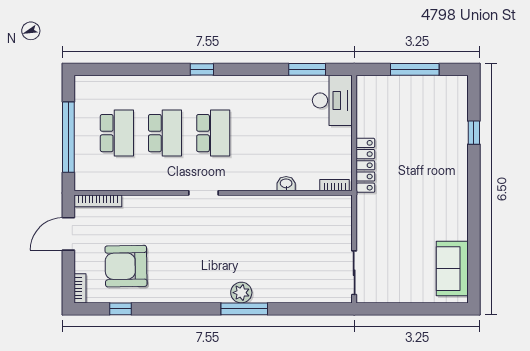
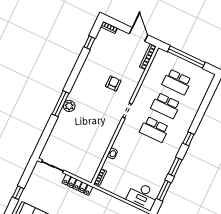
window: (259, 69) -> (175, 167), added
locker: (365, 165) -> (77, 185), moved
armchair: (126, 266) -> (113, 83), moved, width x0.53, depth x0.53
window: (425, 309) -> (18, 193), added

